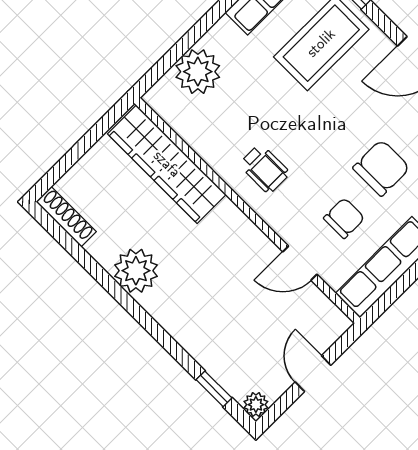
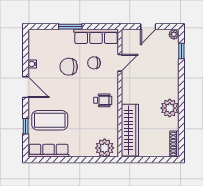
plant: (198, 72) -> (105, 148), moved
wheelchair: (264, 169) -> (103, 100), turned 90
door: (300, 263) -> (120, 63), hinge flipped

